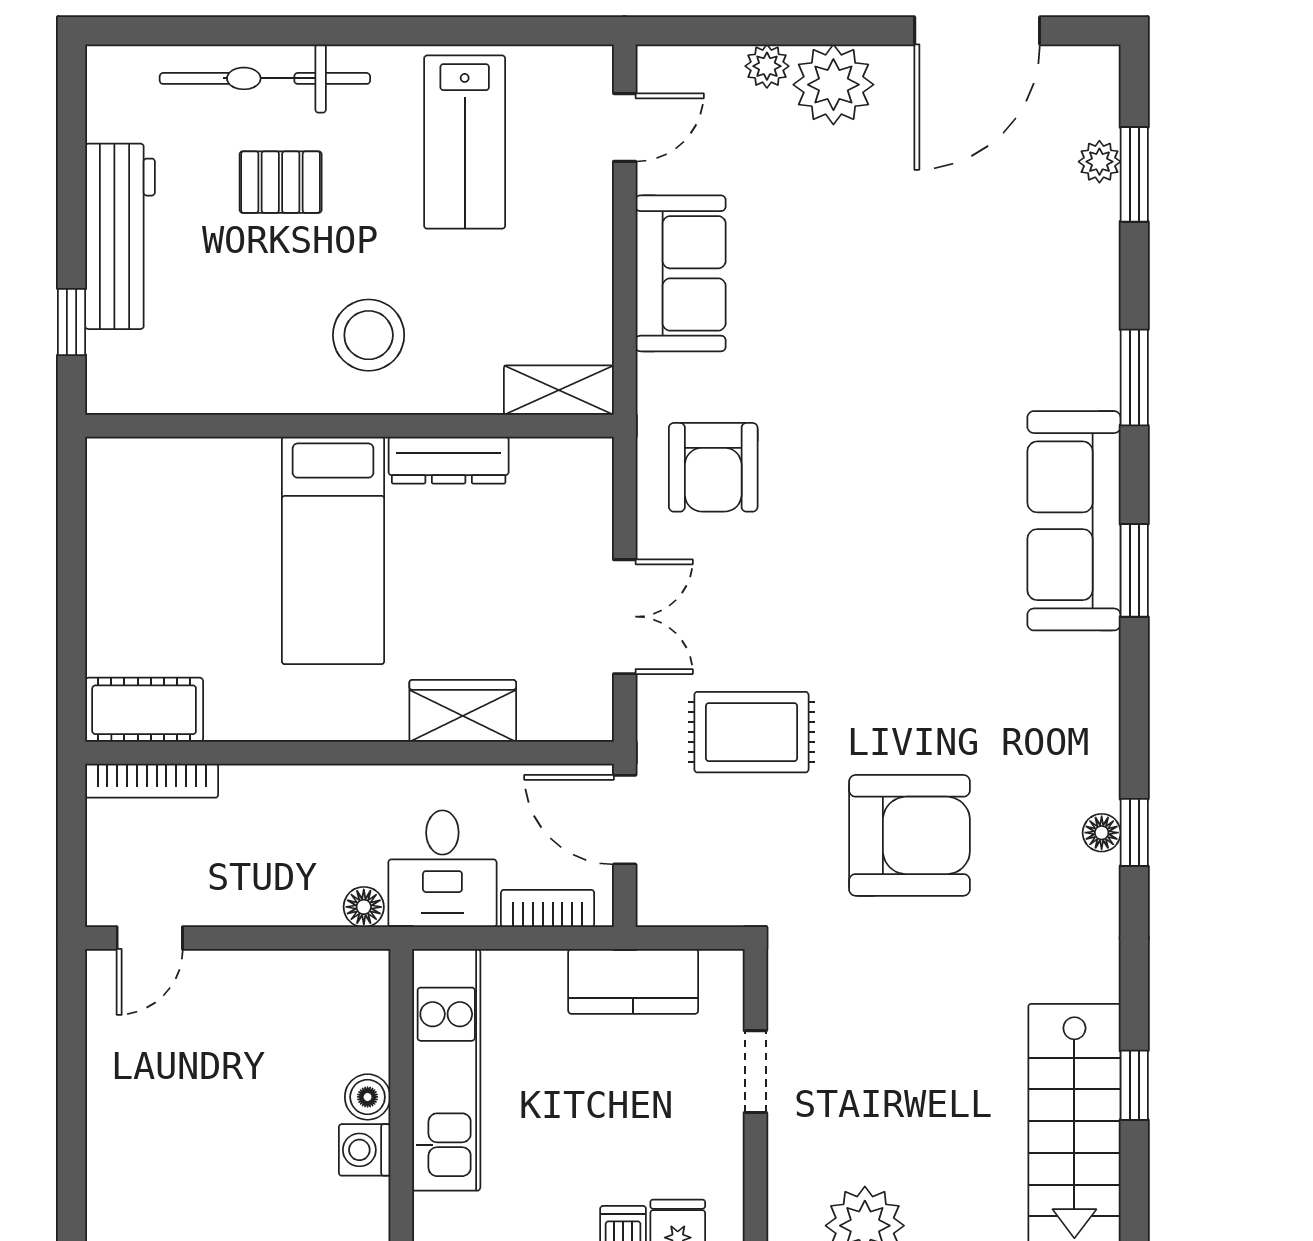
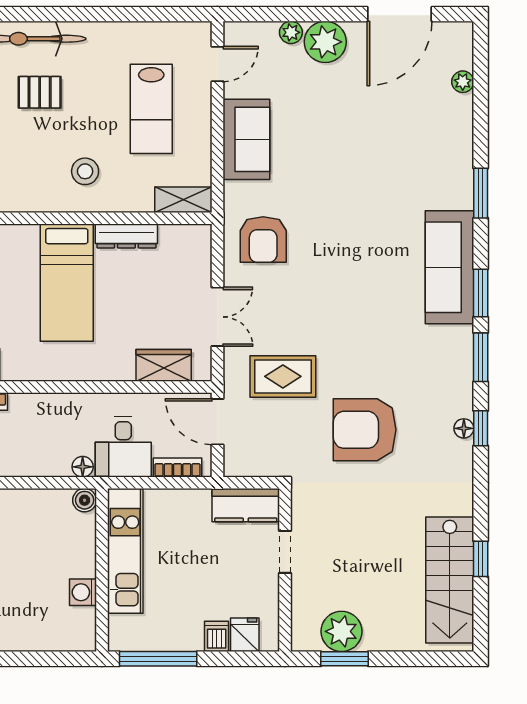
lab bench: (465, 142) -> (151, 109), moved
window: (1134, 174) -> (481, 357), moved
stool: (369, 335) -> (85, 171), width x0.73, depth x0.73
wardrobe: (463, 711) -> (164, 365), moved
armchair: (910, 835) -> (365, 430), turned 180
kitchen counter: (633, 981) -> (246, 505), moved
boiler: (368, 1097) -> (85, 500), moved

